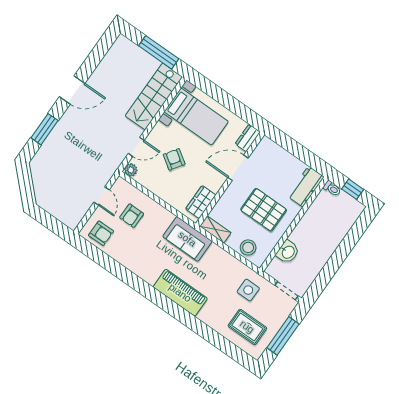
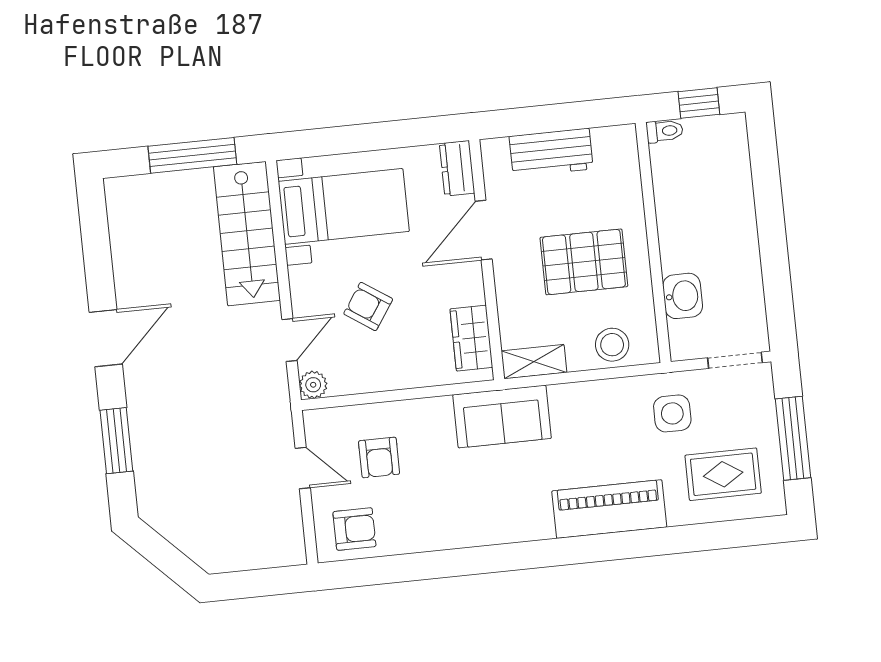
workbench: (306, 187) -> (551, 153), moved, turned -90
piano: (180, 293) -> (609, 509), moved

